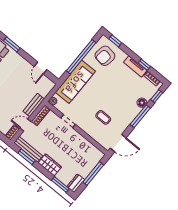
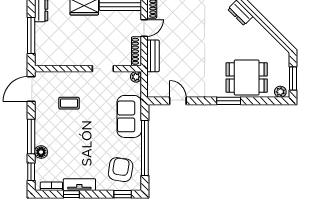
sofa: (75, 82) -> (129, 116), width x0.73

